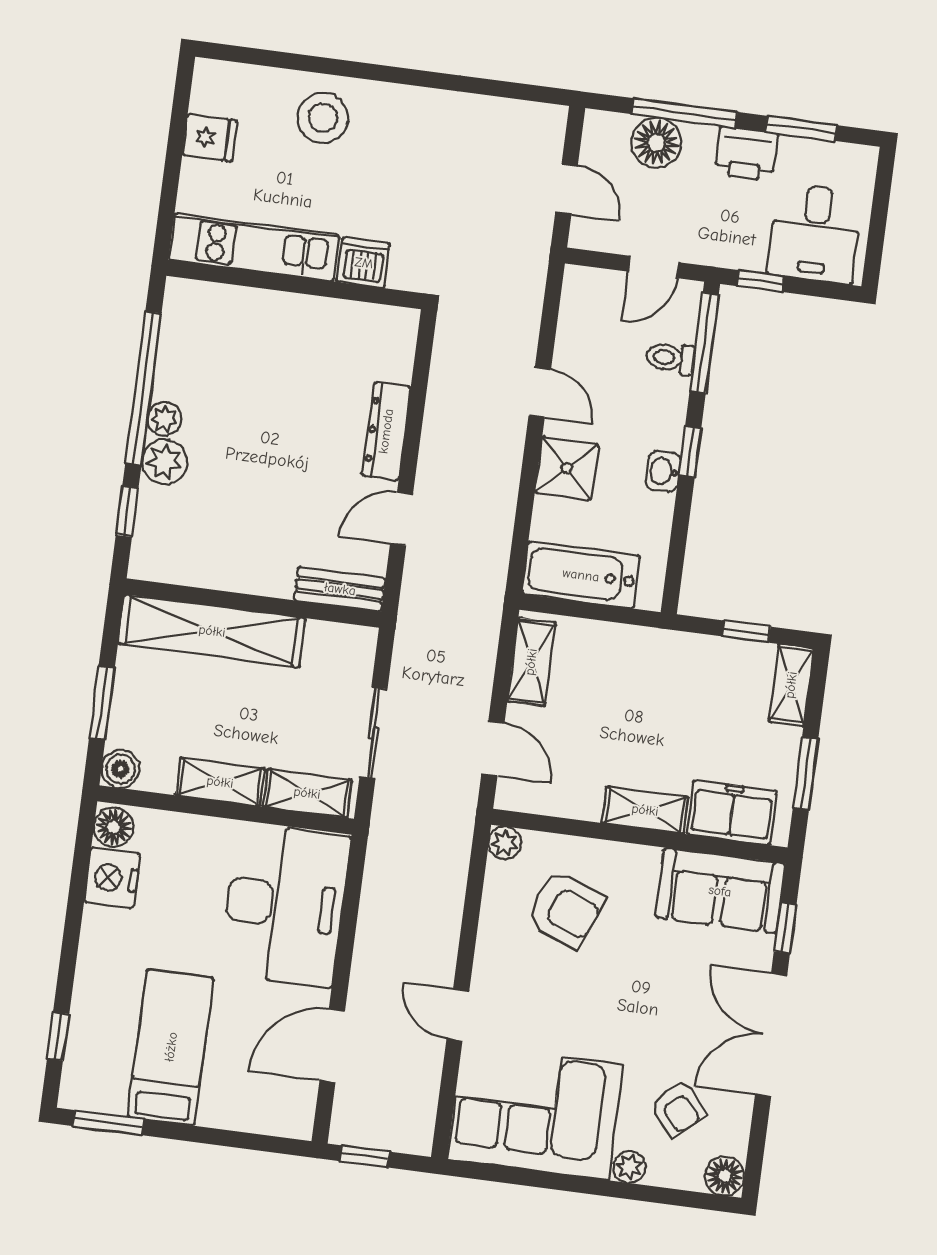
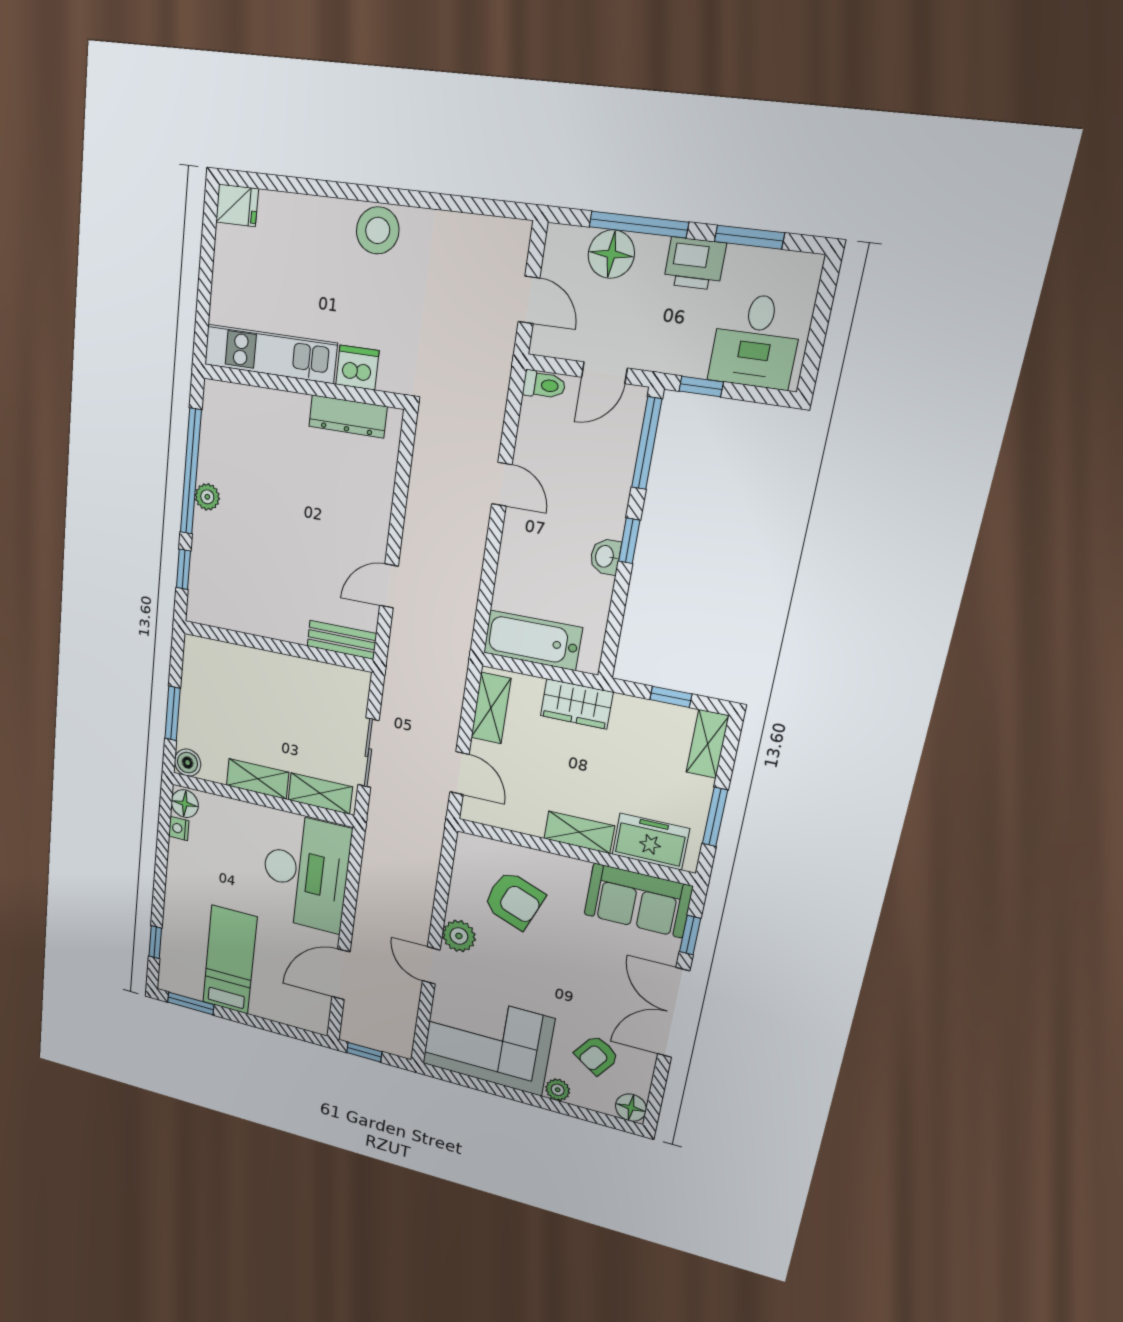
stool: (323, 118) -> (378, 230), moved
fridge: (210, 138) -> (237, 205), moved
toilet: (670, 358) -> (544, 385), moved, turned 180
dresser: (386, 431) -> (348, 416), moved, turned -90
plant: (164, 462) -> (209, 531), removed
shower: (566, 468) -> (523, 550), removed
shelving: (212, 631) -> (248, 666), removed
wardrobe: (636, 649) -> (577, 704), added
plant: (505, 843) -> (459, 936), moved, width x1.38, depth x1.38
nightstand: (112, 878) -> (179, 828), width x0.53, depth x0.56
armchair: (678, 1109) -> (597, 1055), turned 76

